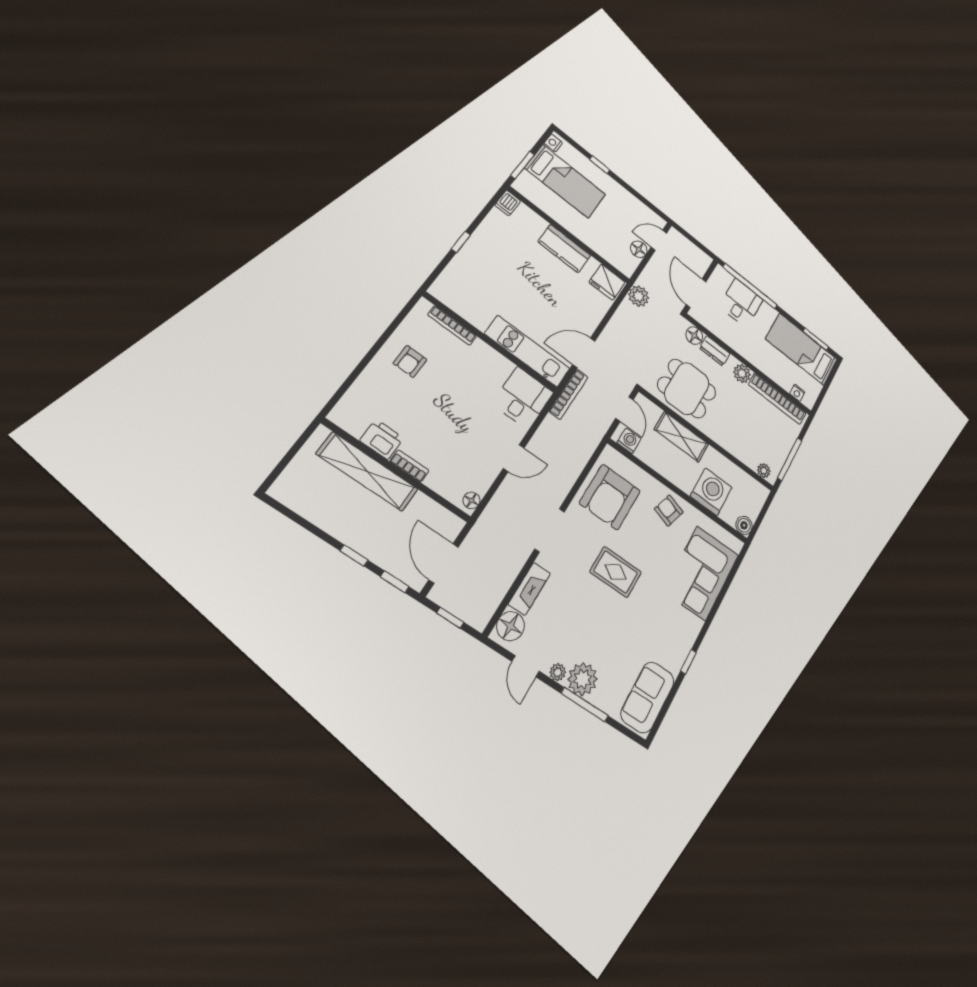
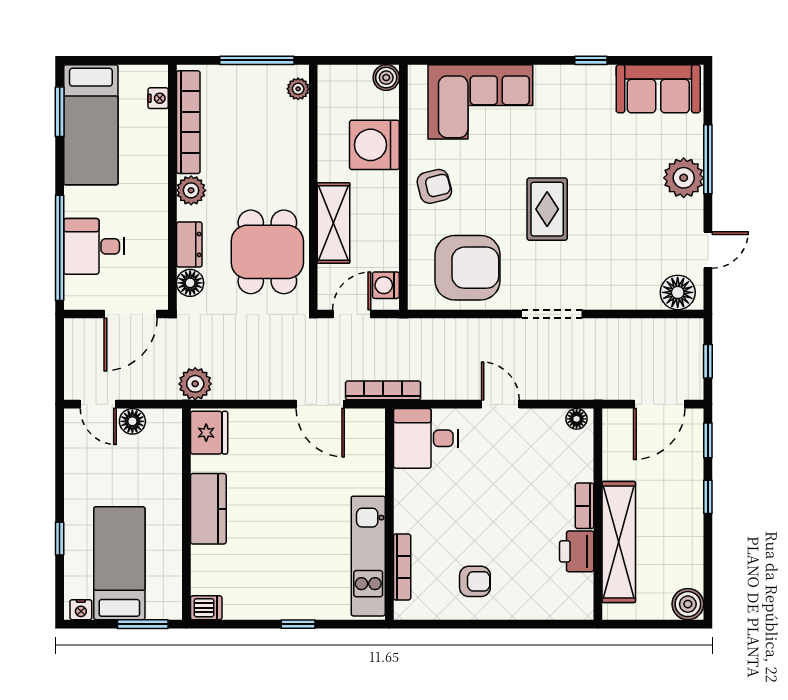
kitchen unit: (527, 351) -> (368, 556), moved
boiler: (285, 490) -> (688, 604), added
armchair: (669, 510) -> (434, 186), turned -121
fireplace: (529, 589) -> (627, 297), removed
plant: (558, 672) -> (693, 211), removed

